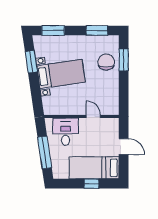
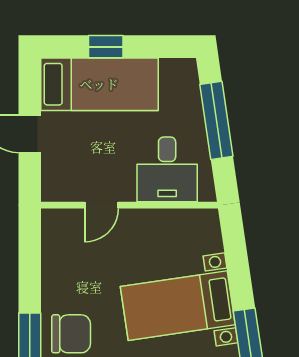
chair: (106, 62) -> (71, 334), turned -90
door: (93, 117) -> (101, 205), hinge flipped

